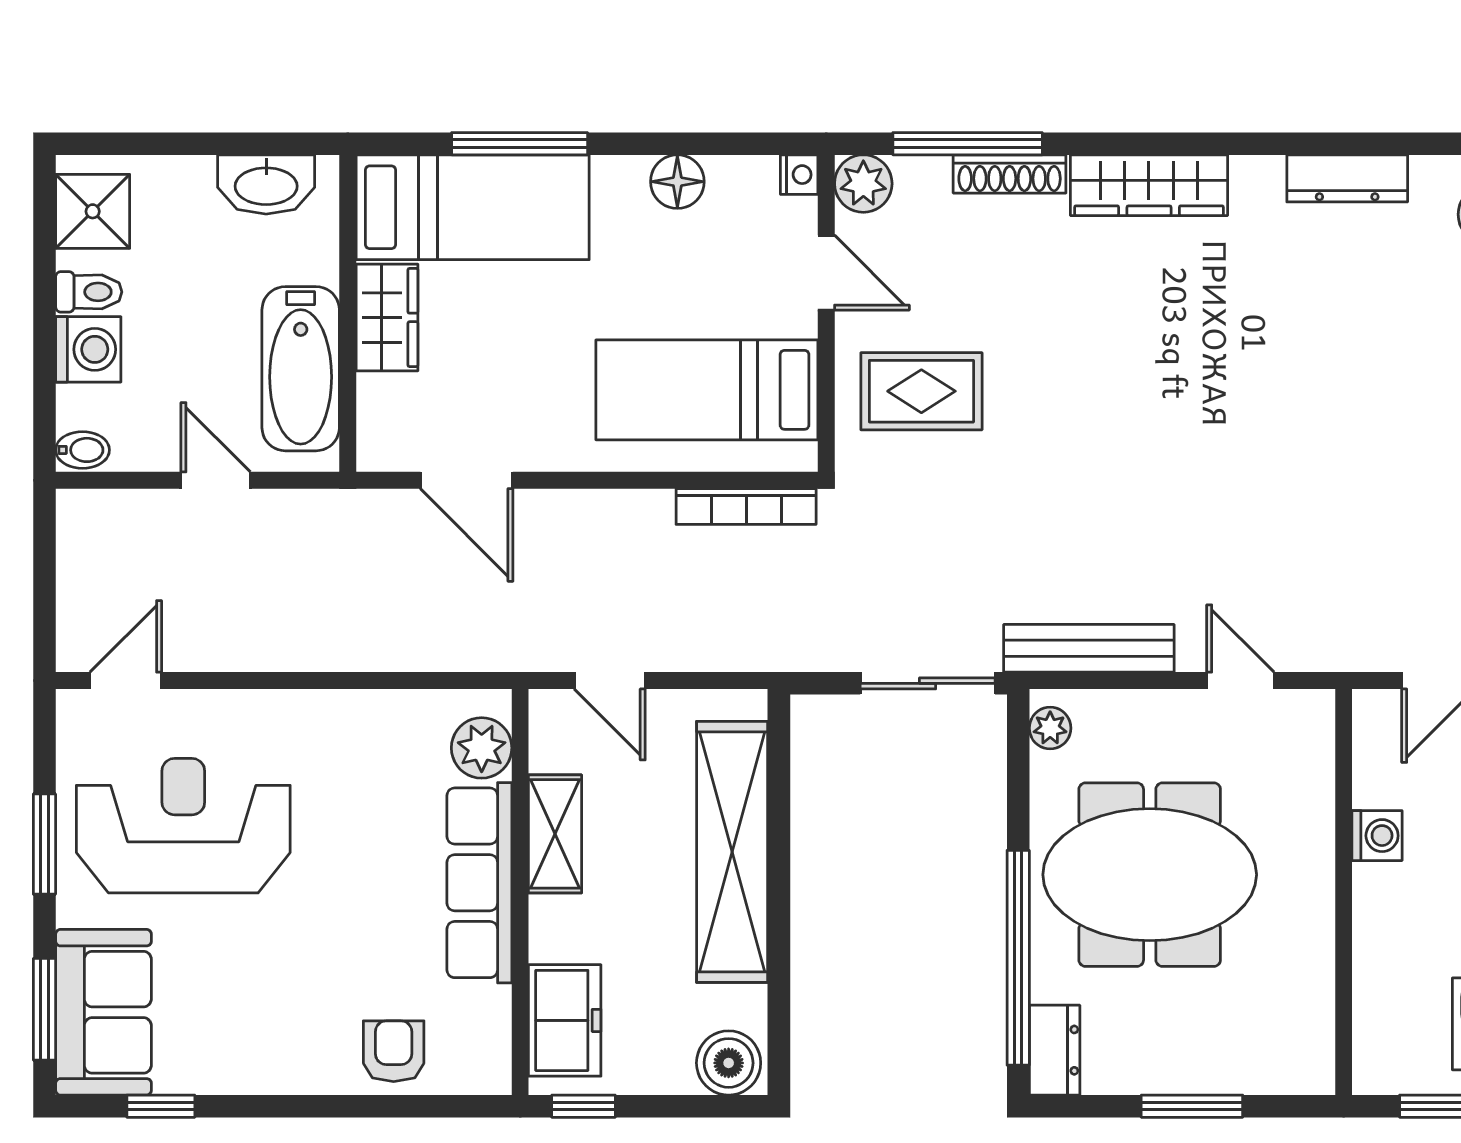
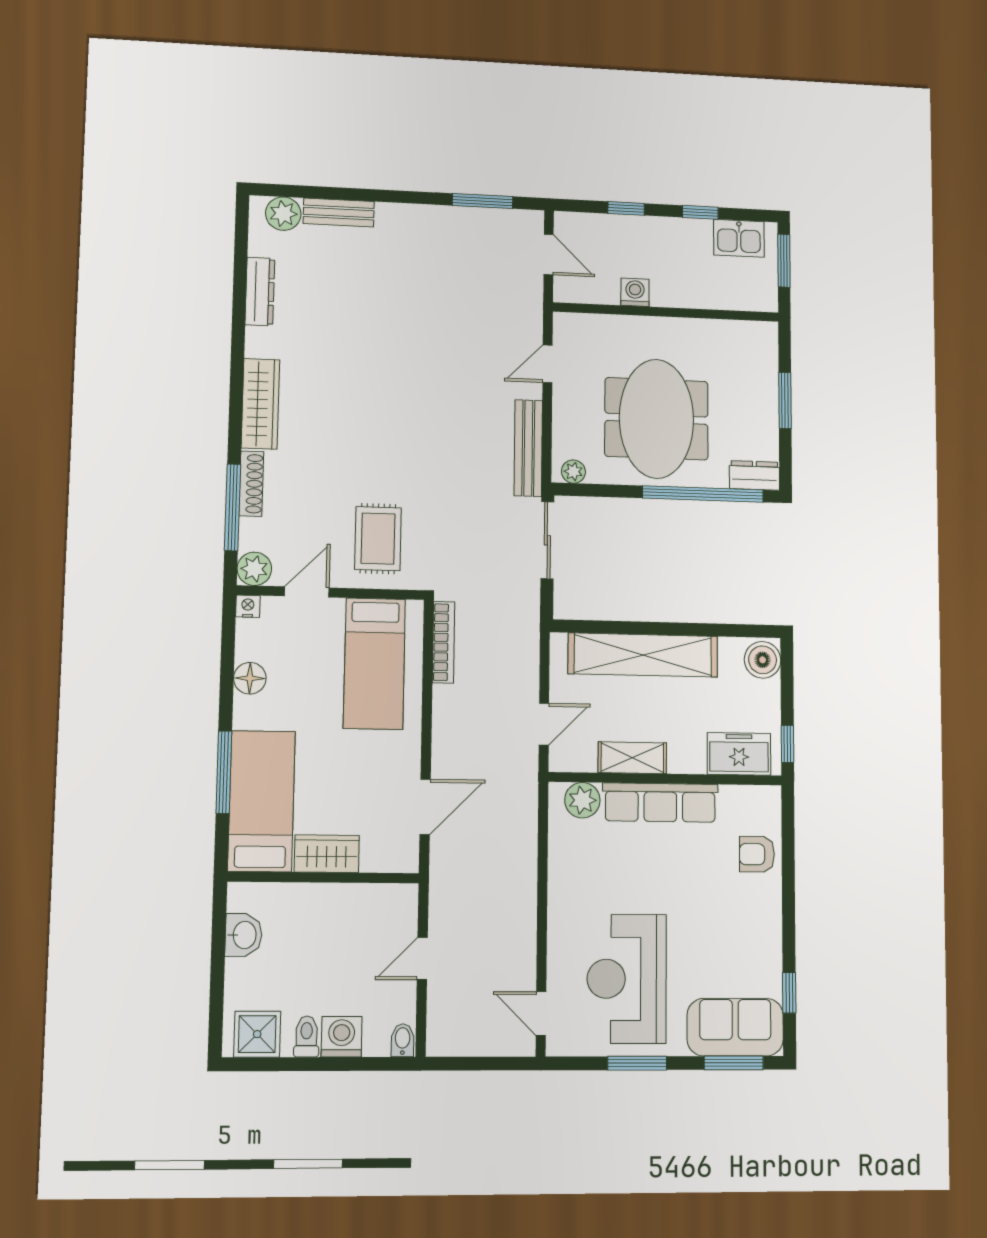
washbasin: (266, 184) -> (244, 935), width x0.72
bathtub: (301, 369) -> (356, 906), removed

